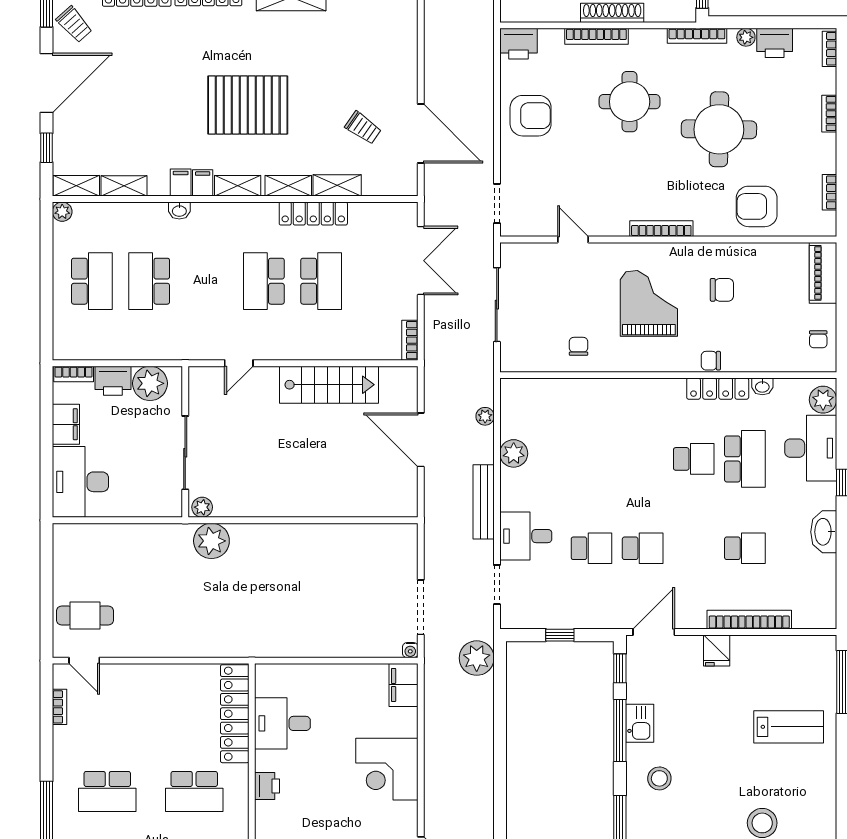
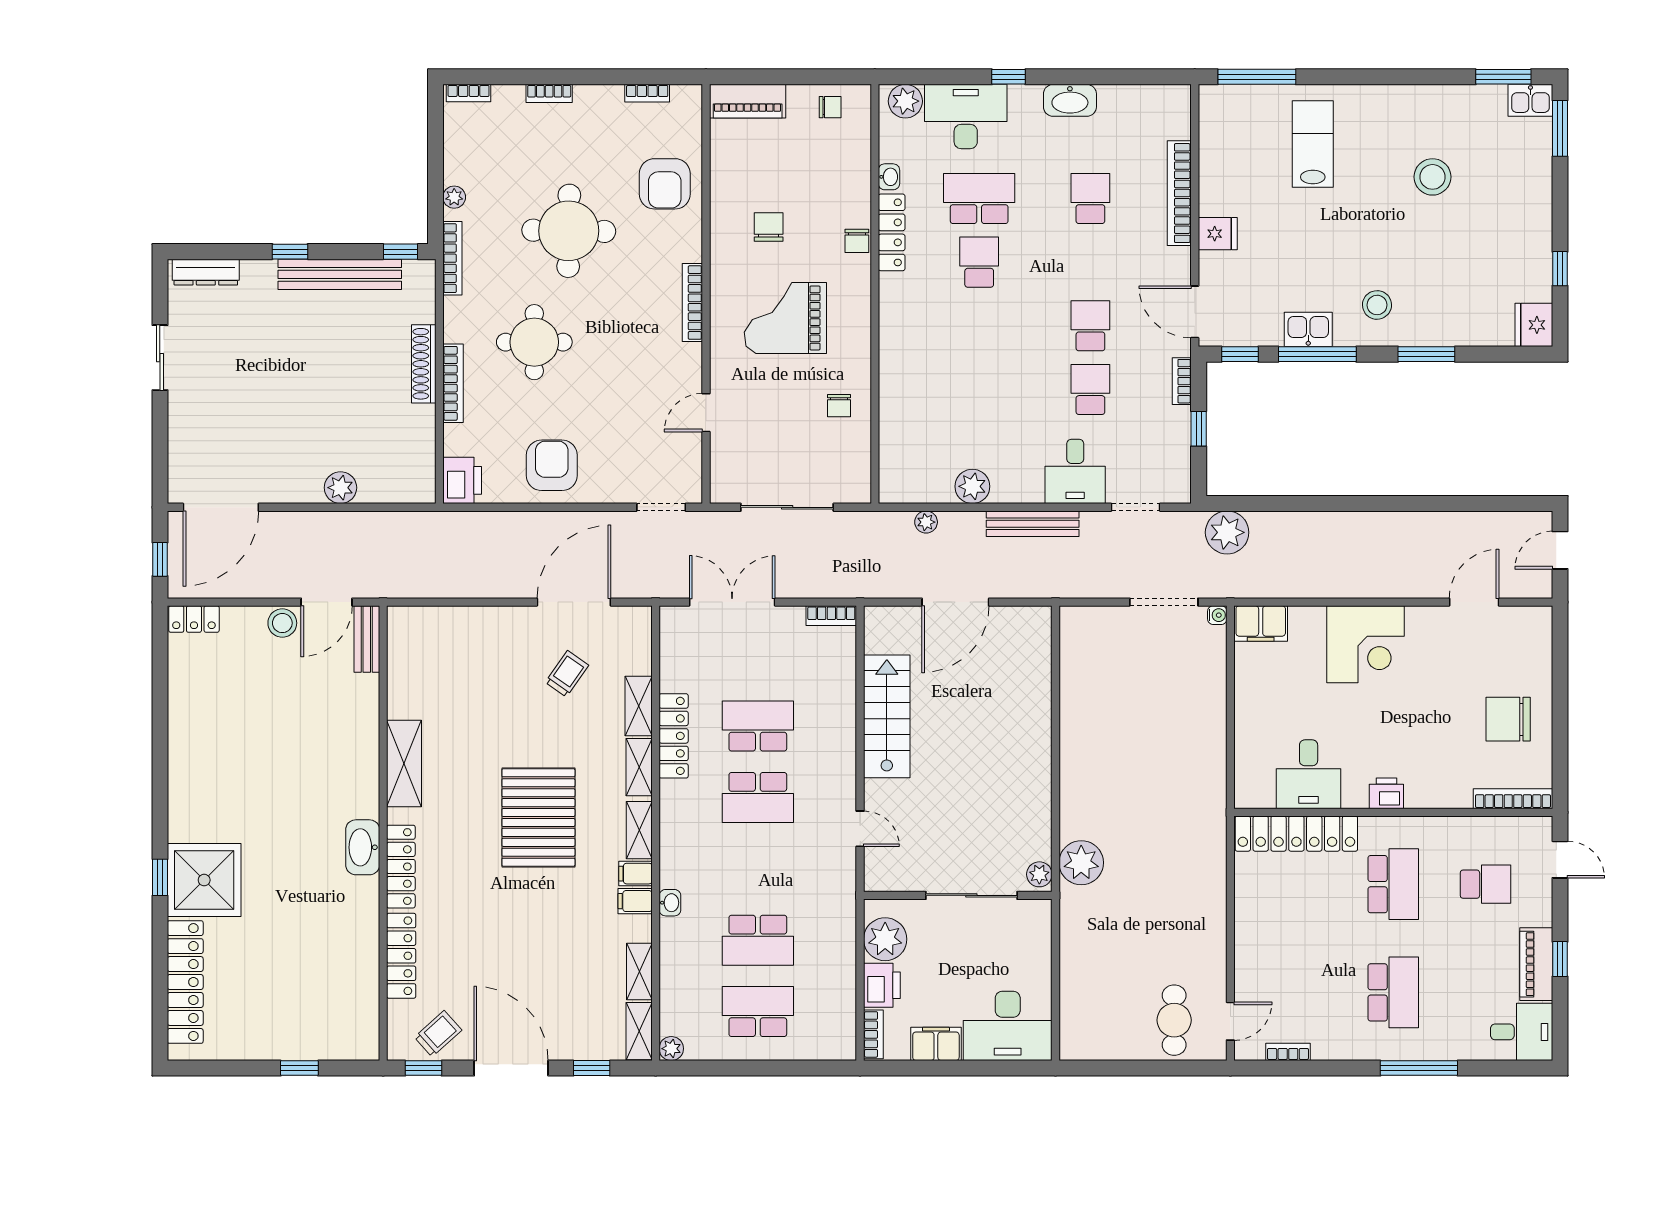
printer: (775, 43) -> (461, 161), removed
chair: (579, 346) -> (839, 406), turned -90
bookcase: (598, 622) -> (1182, 381), added

